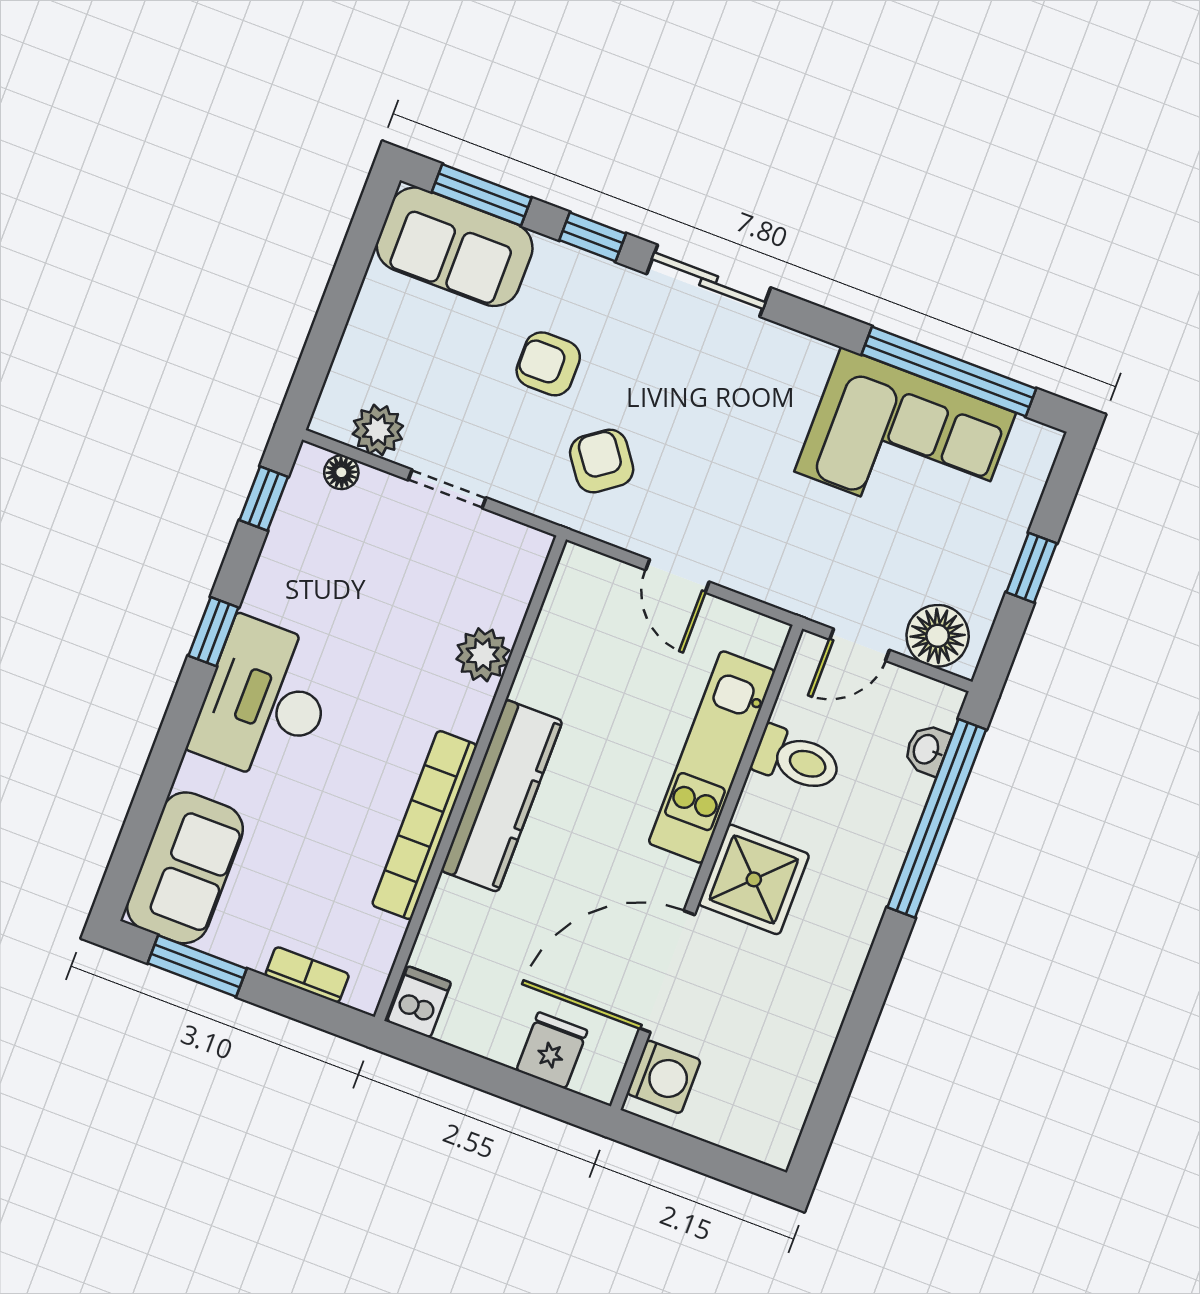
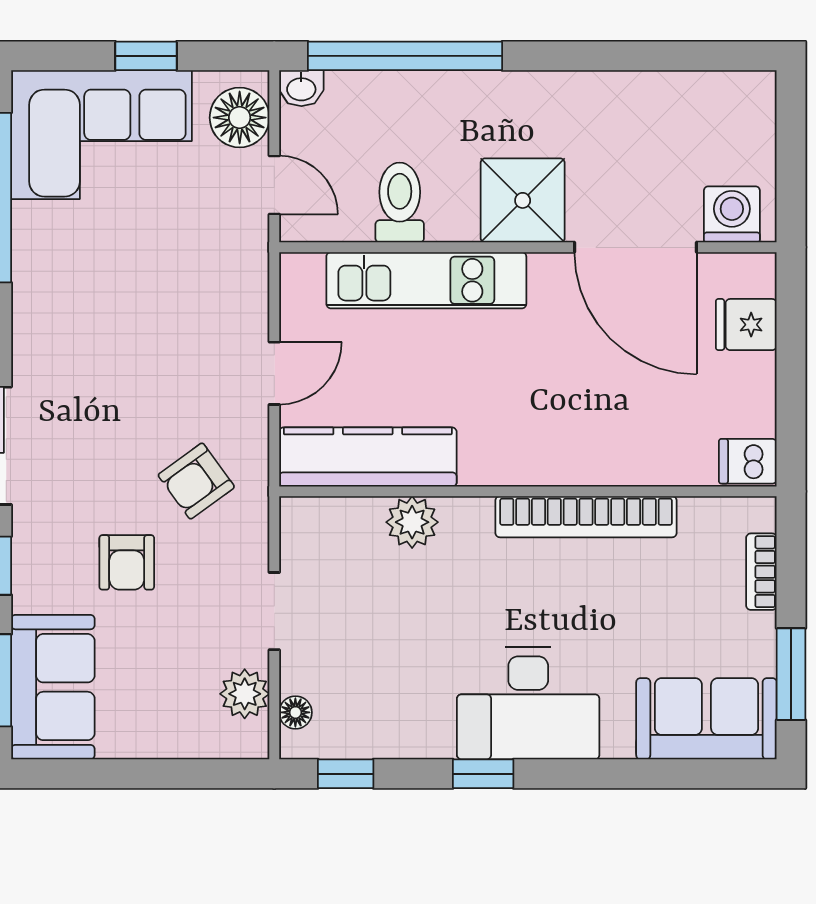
corner sofa: (905, 442) -> (101, 135), moved, turned 90
washbasin: (927, 750) -> (301, 88), moved
kitchen counter: (502, 796) -> (368, 457), moved

